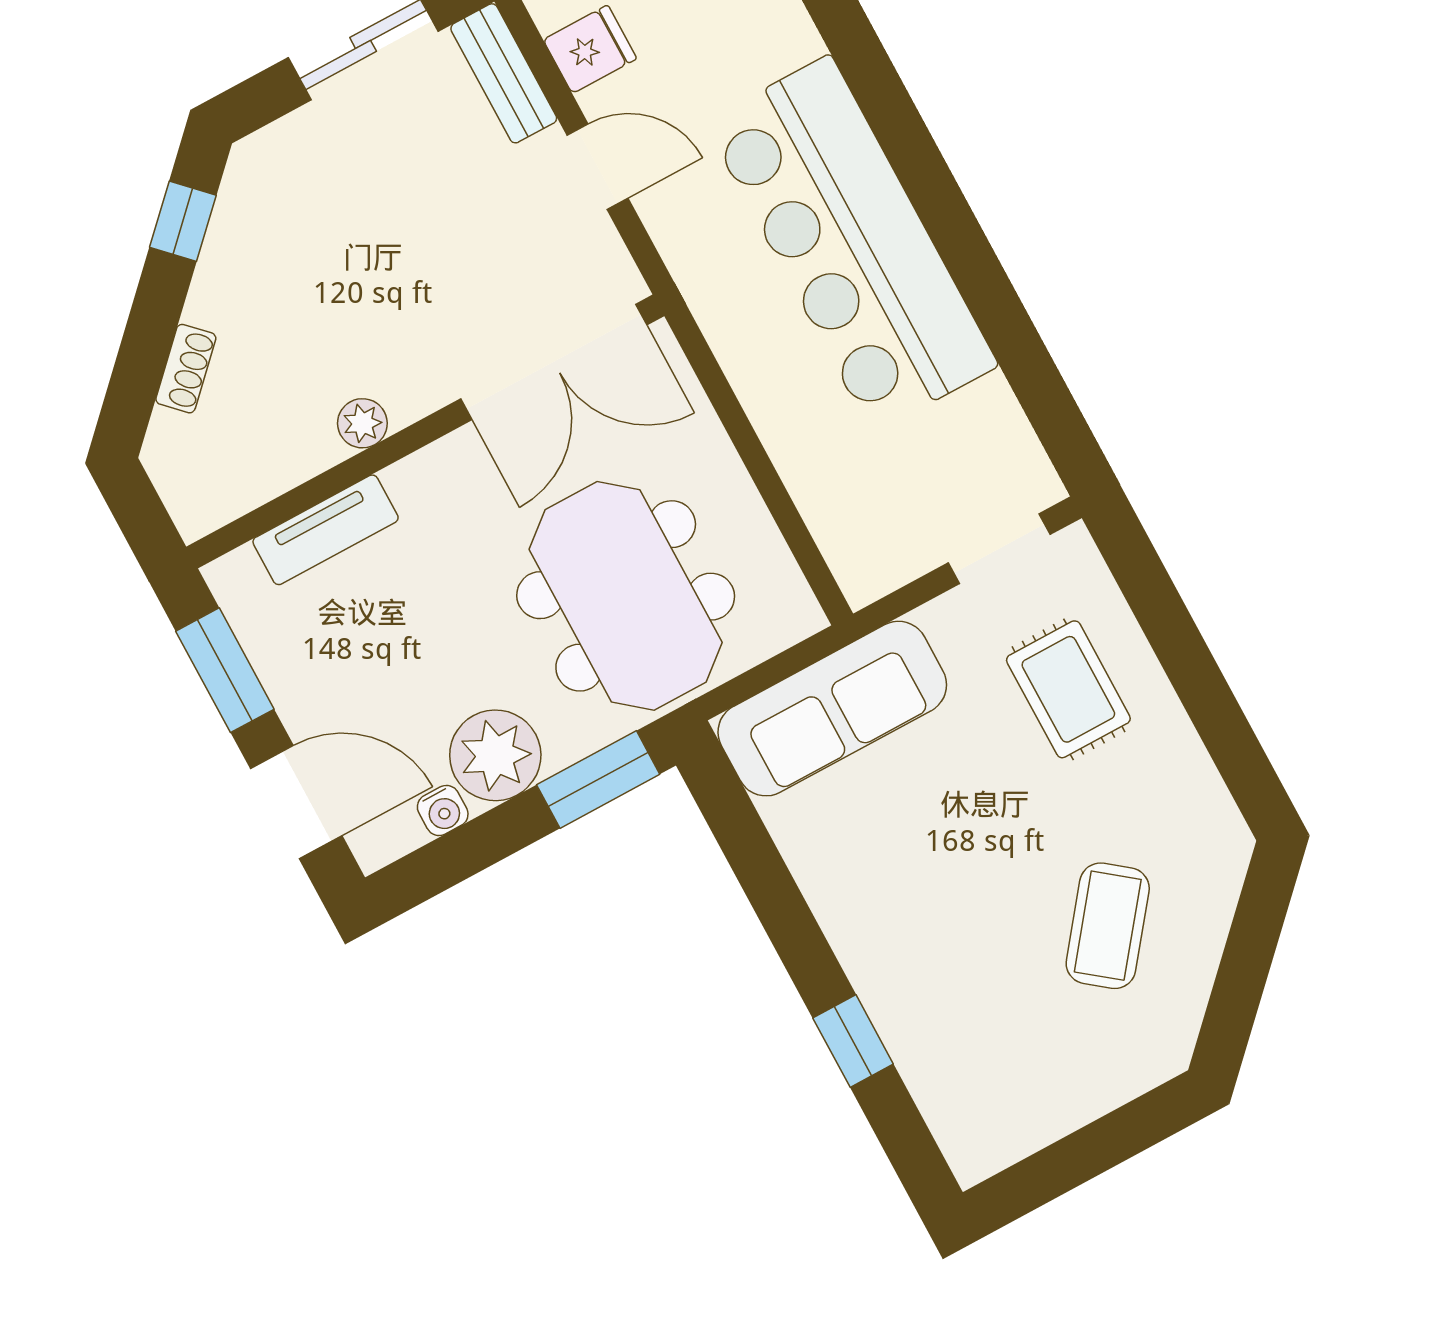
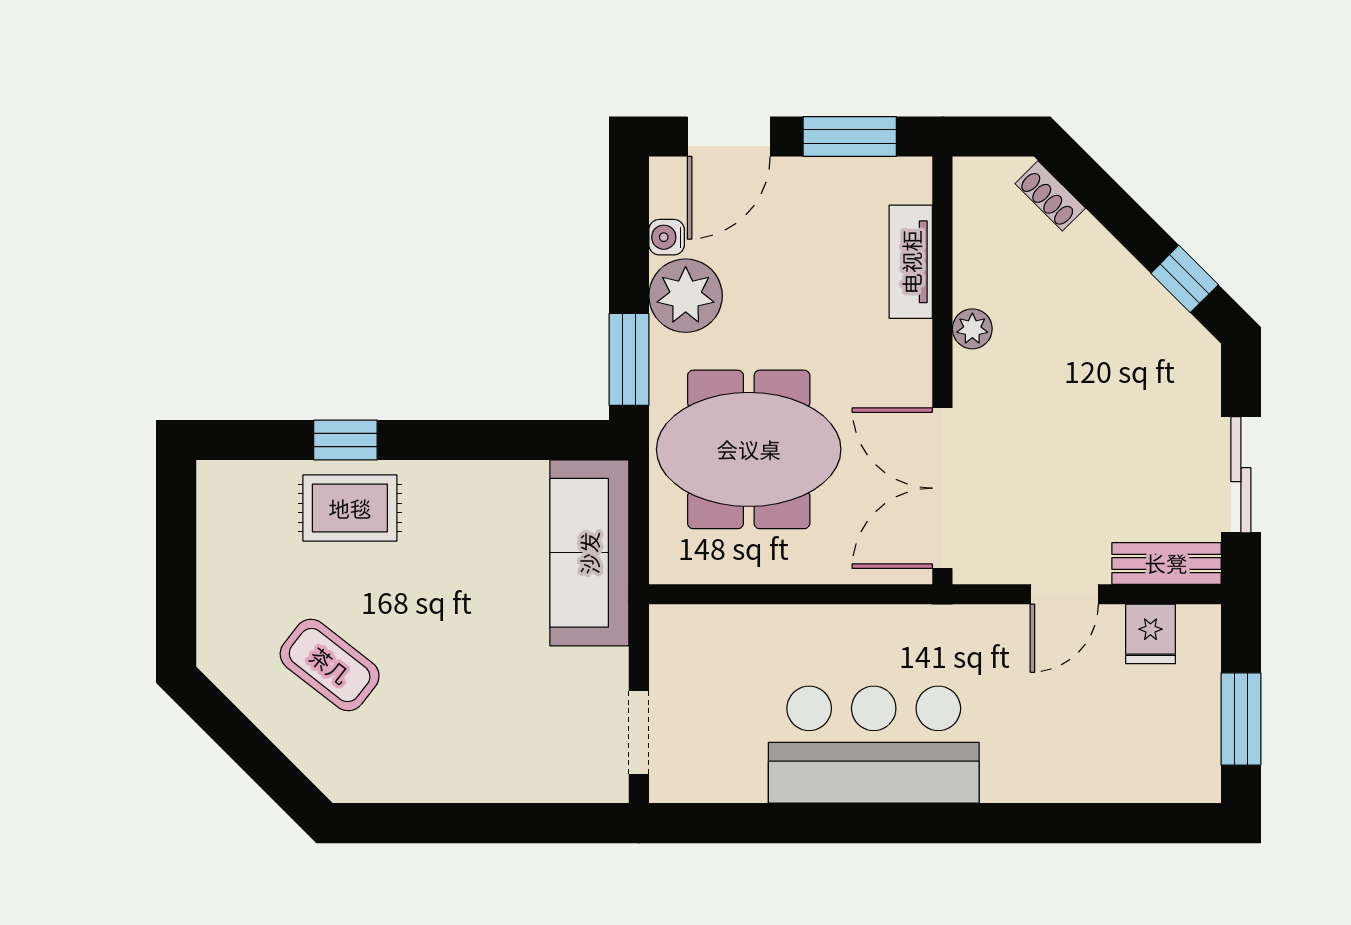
bar counter: (851, 244) -> (874, 745), width x0.73
shoe rack: (186, 369) -> (1050, 196), moved
rug: (1068, 689) -> (350, 508), moved

